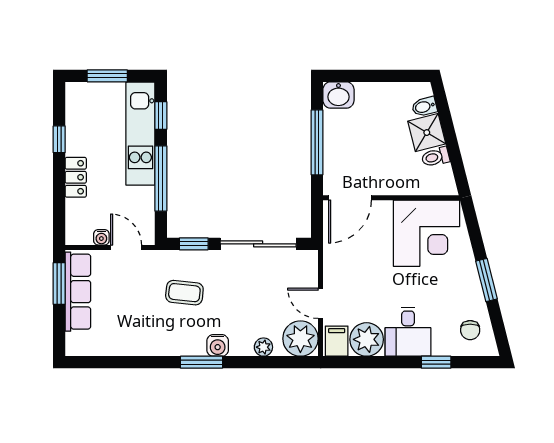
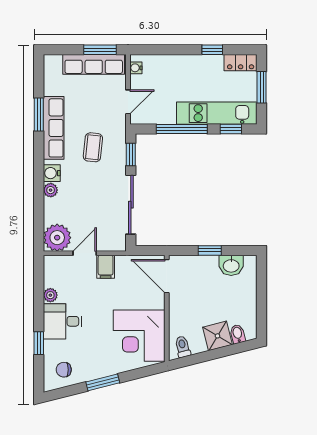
washbasin: (338, 95) -> (231, 265), moved, turned -90
window: (317, 142) -> (210, 250), width x0.46
toilet: (436, 157) -> (183, 347), moved
locker: (76, 177) -> (241, 63), moved
water cooler: (101, 237) -> (136, 68), moved
plant: (367, 339) -> (50, 295), width x0.53, depth x0.53
filing cabinet: (337, 341) -> (106, 267), moved, turned 90
row of seats: (160, 343) -> (54, 128), added
plant: (263, 347) -> (51, 190), moved
window: (202, 362) -> (39, 115), moved

